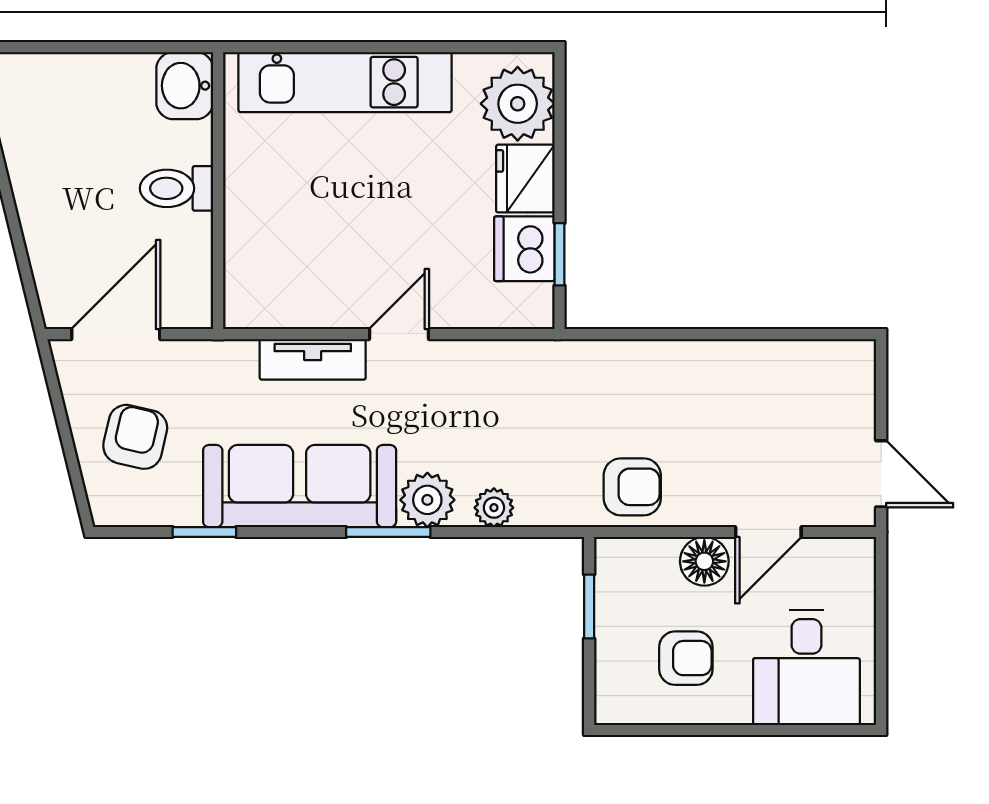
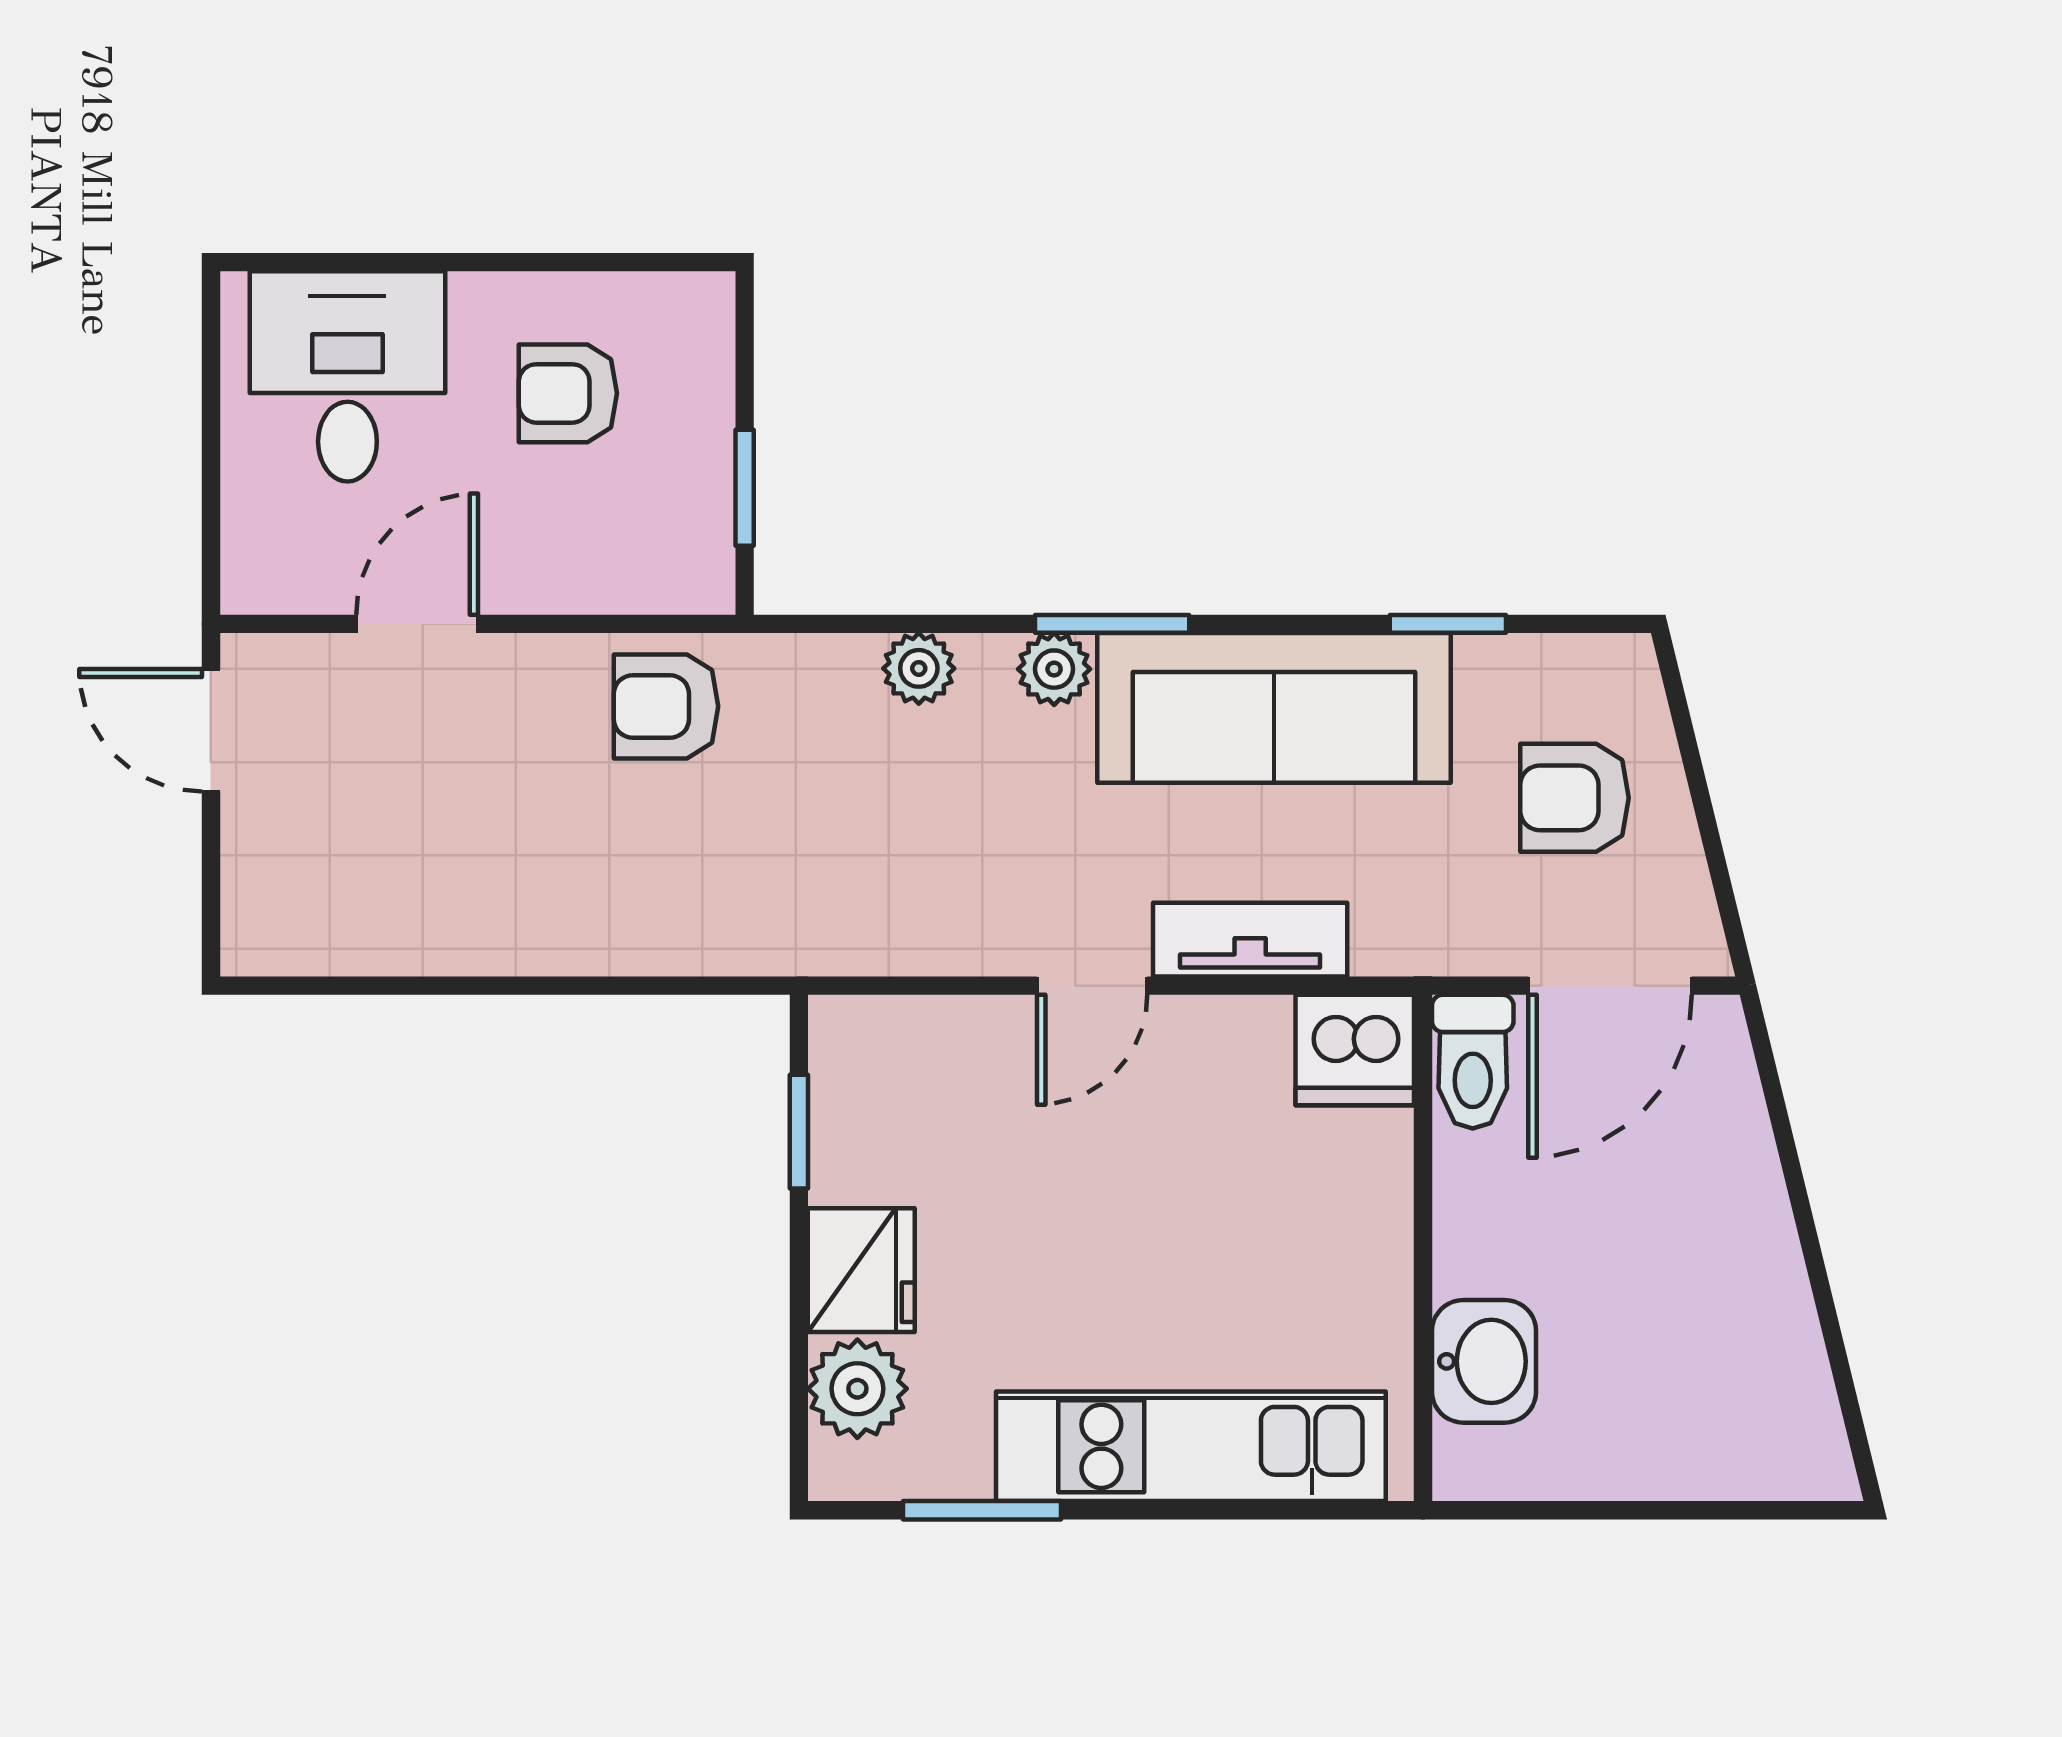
window: (459, 47) -> (982, 1510), added
washbasin: (185, 86) -> (1484, 1361), moved
plant: (518, 104) -> (857, 1389), width x0.73, depth x0.73
toilet: (177, 188) -> (1473, 1062), moved, turned 90
dishwasher: (524, 249) -> (1355, 1050), moved, turned 90
armchair: (135, 437) -> (1574, 798), turned 77
plant: (427, 500) -> (1054, 669), width x0.73, depth x0.73
floor lamp: (704, 561) -> (534, 570), removed

